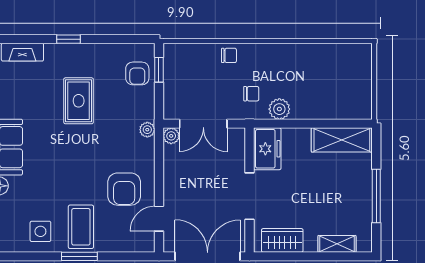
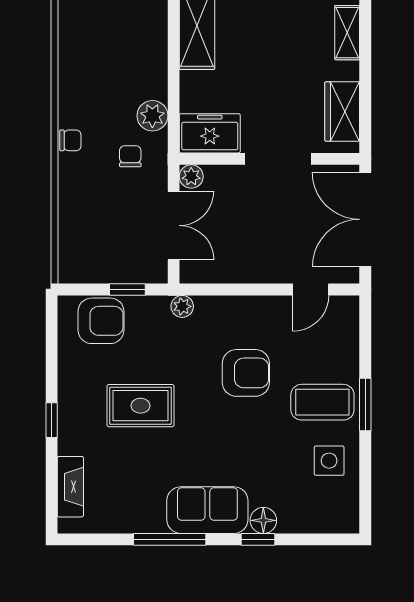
chair: (229, 55) -> (70, 140), moved, turned 90
window: (159, 70) -> (127, 290), moved
armchair: (137, 73) -> (101, 321), width x1.38, depth x1.38
plant: (171, 136) -> (191, 176), moved
armchair: (124, 189) -> (246, 373), moved
door: (159, 219) -> (311, 290), hinge flipped

